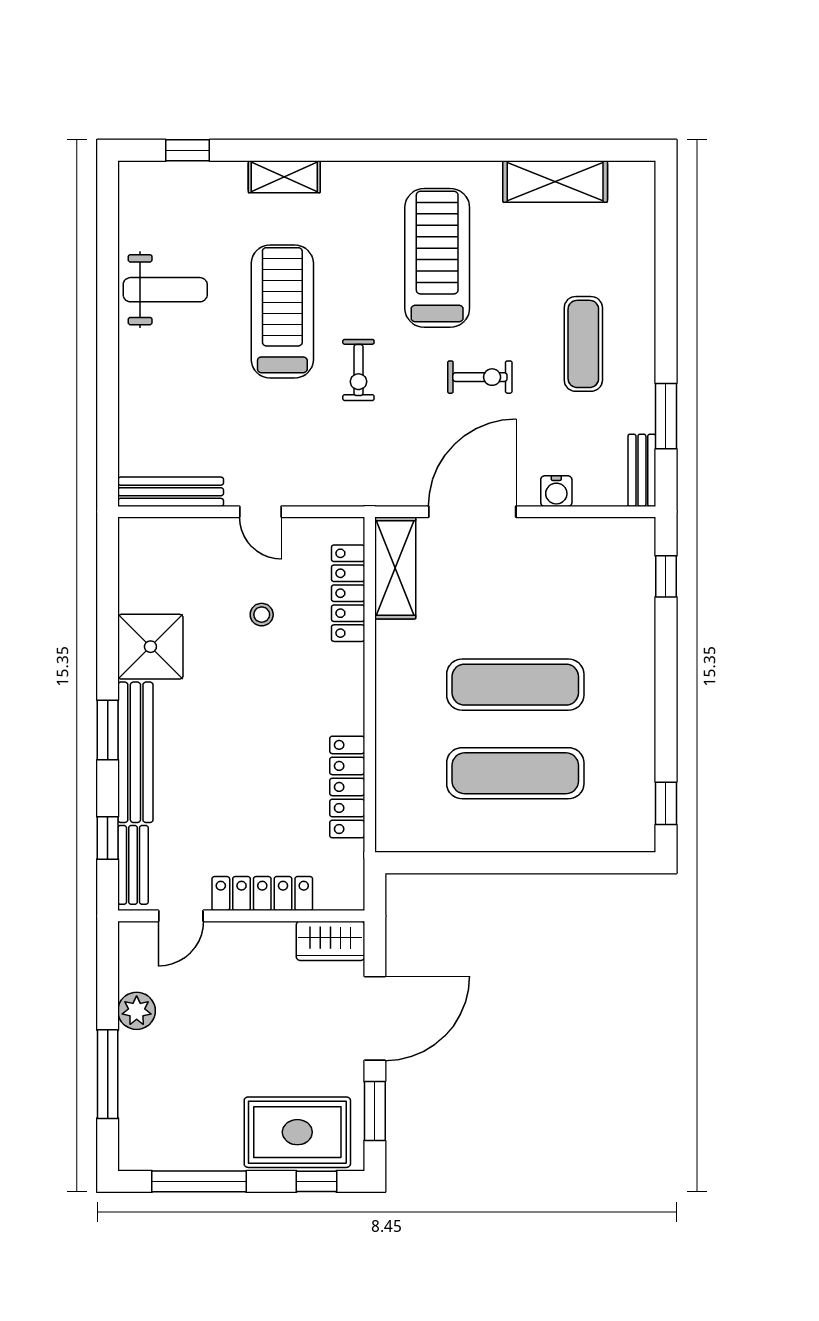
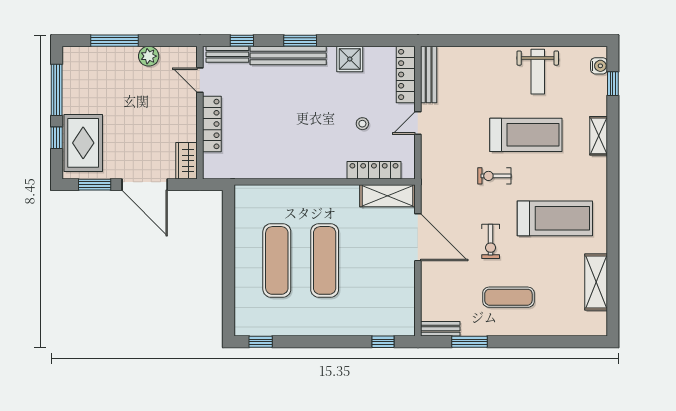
water cooler: (556, 491) -> (599, 66), moved, turned 180
shower: (150, 647) -> (350, 59), width x0.73, depth x0.73
locker: (347, 787) -> (406, 74), moved, turned -90
window: (316, 1181) -> (57, 138), moved

